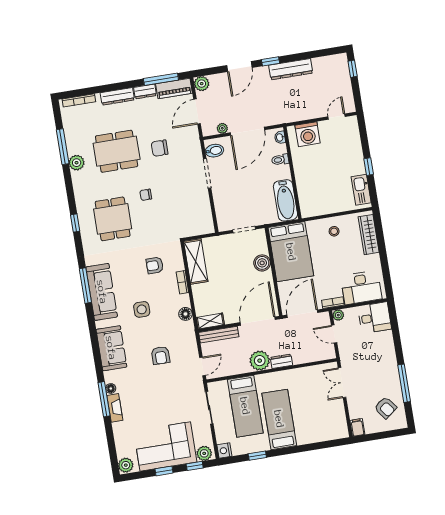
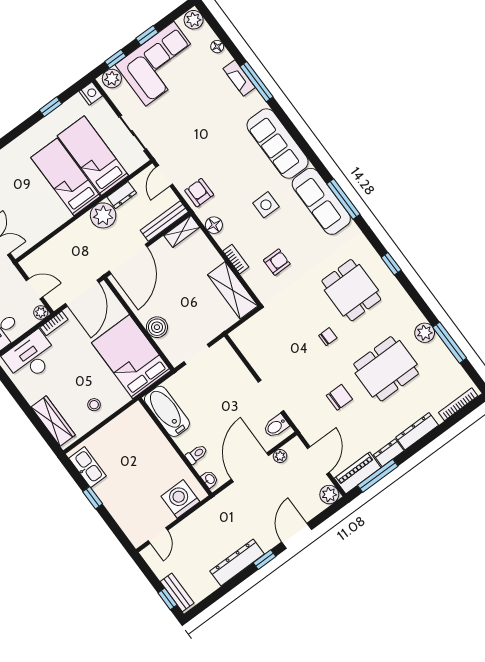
bench: (344, 70) -> (177, 592), added
sofa: (111, 348) -> (278, 143), width x1.36
armchair: (161, 355) -> (199, 193), moved
dresser: (281, 361) -> (122, 195), moved
floor lamp: (111, 388) -> (217, 47), moved
bed: (279, 419) -> (66, 177), moved, turned 180

